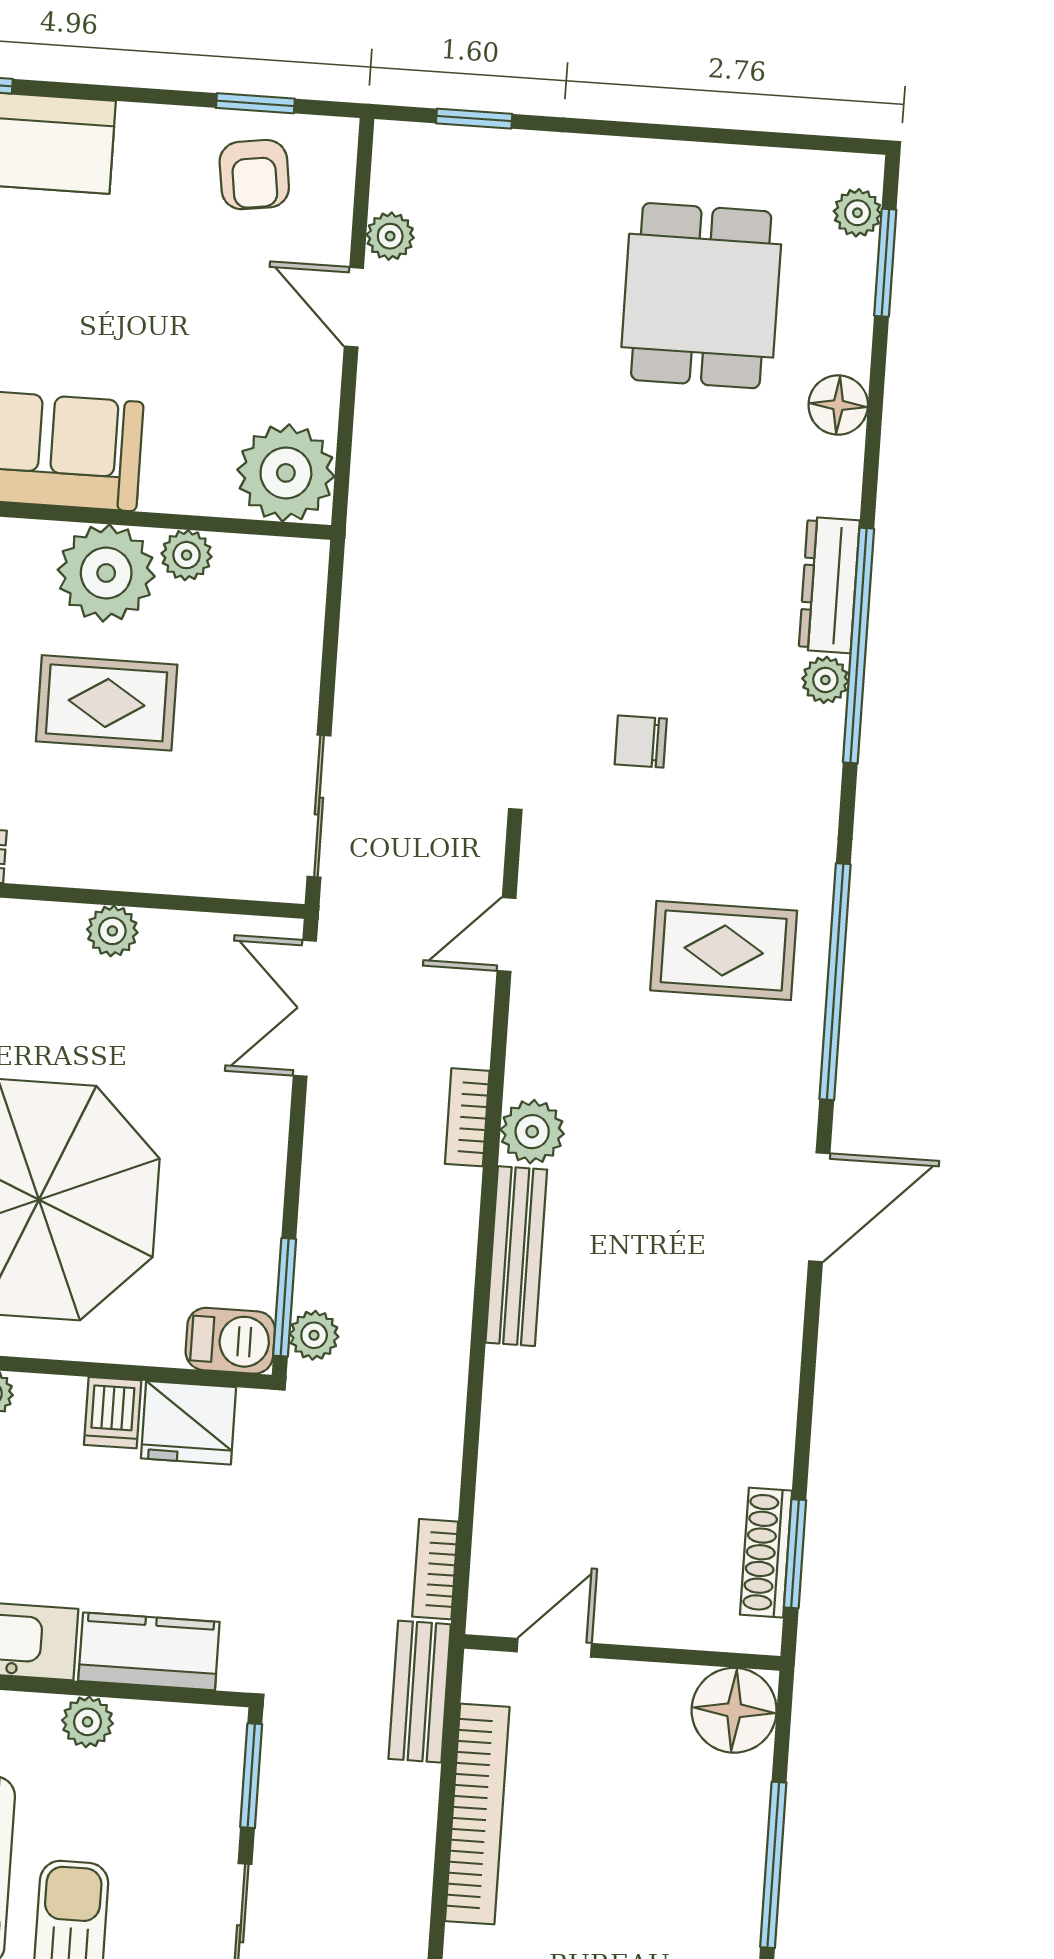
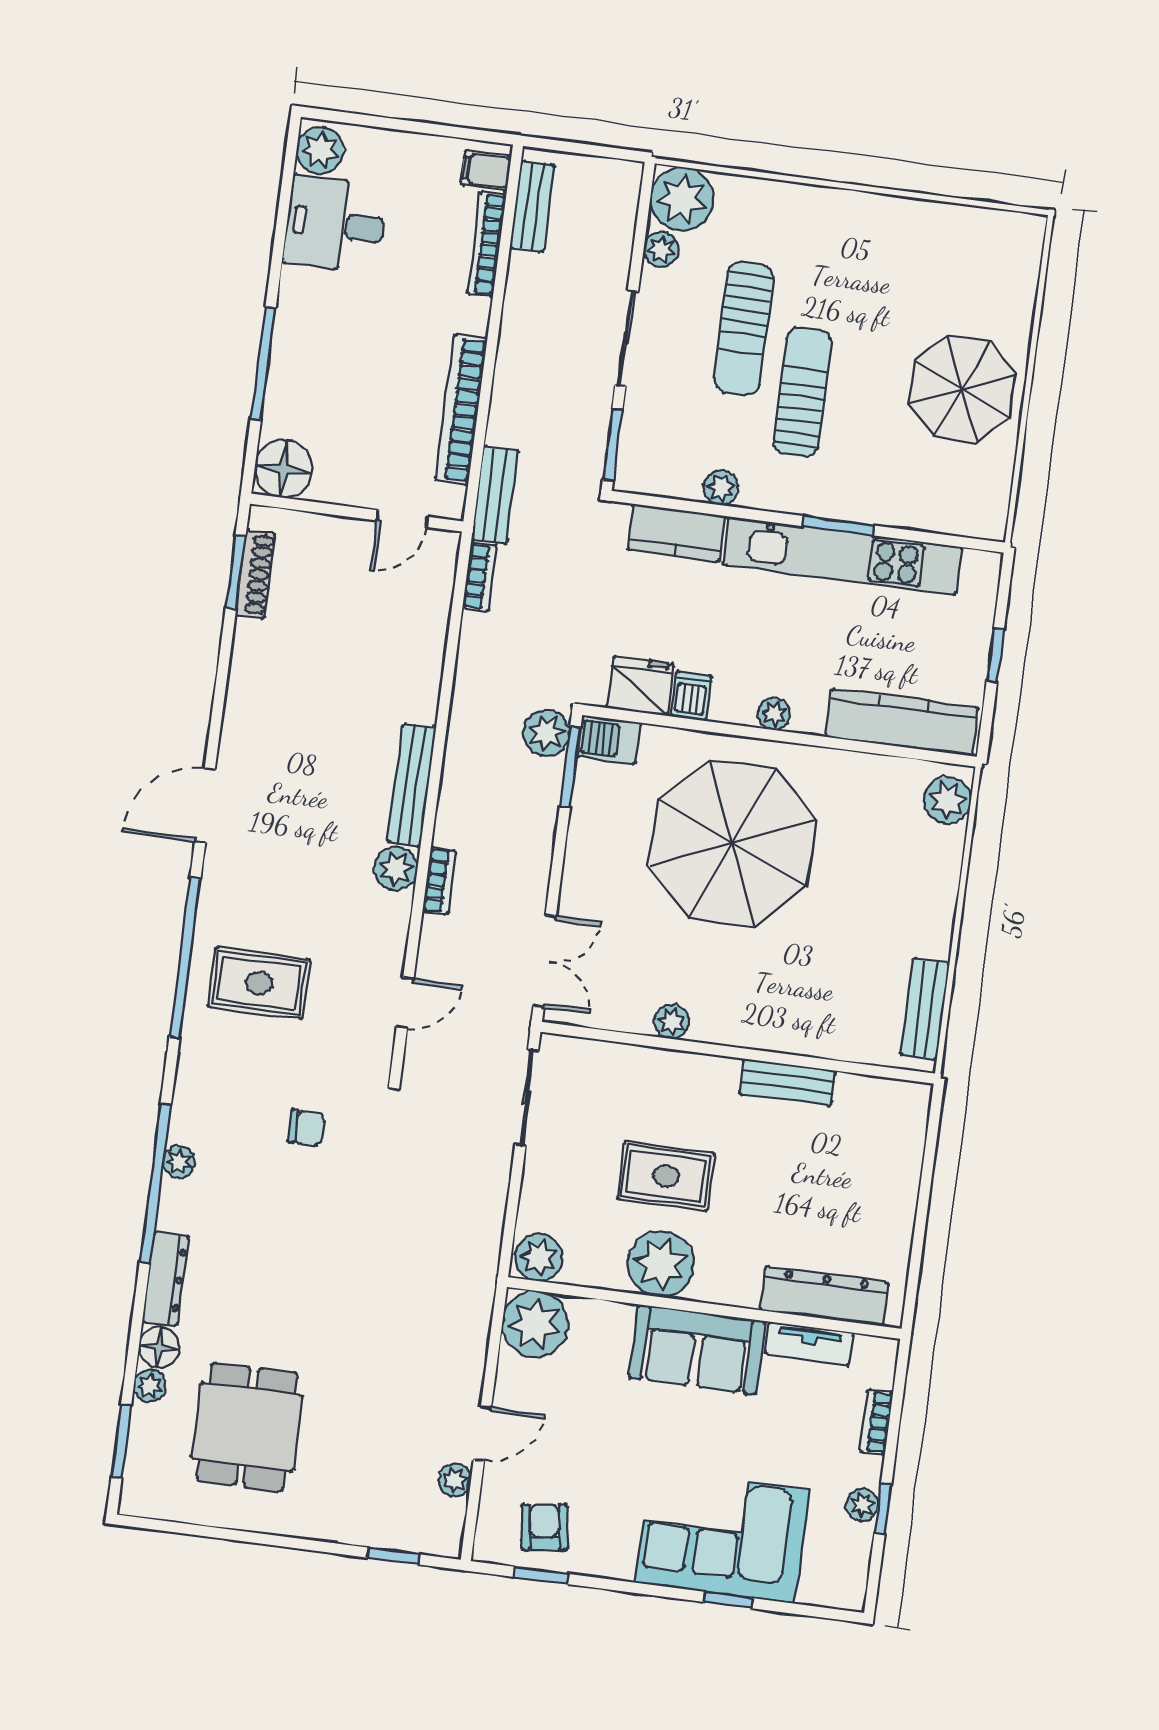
plant: (857, 213) -> (150, 1386), moved
door: (354, 307) -> (482, 1433), hinge flipped
plant: (187, 555) -> (539, 1257), moved, width x1.38, depth x1.38
dresser: (829, 585) -> (166, 1279), moved
plant: (314, 1335) -> (547, 733), width x1.38, depth x1.38

